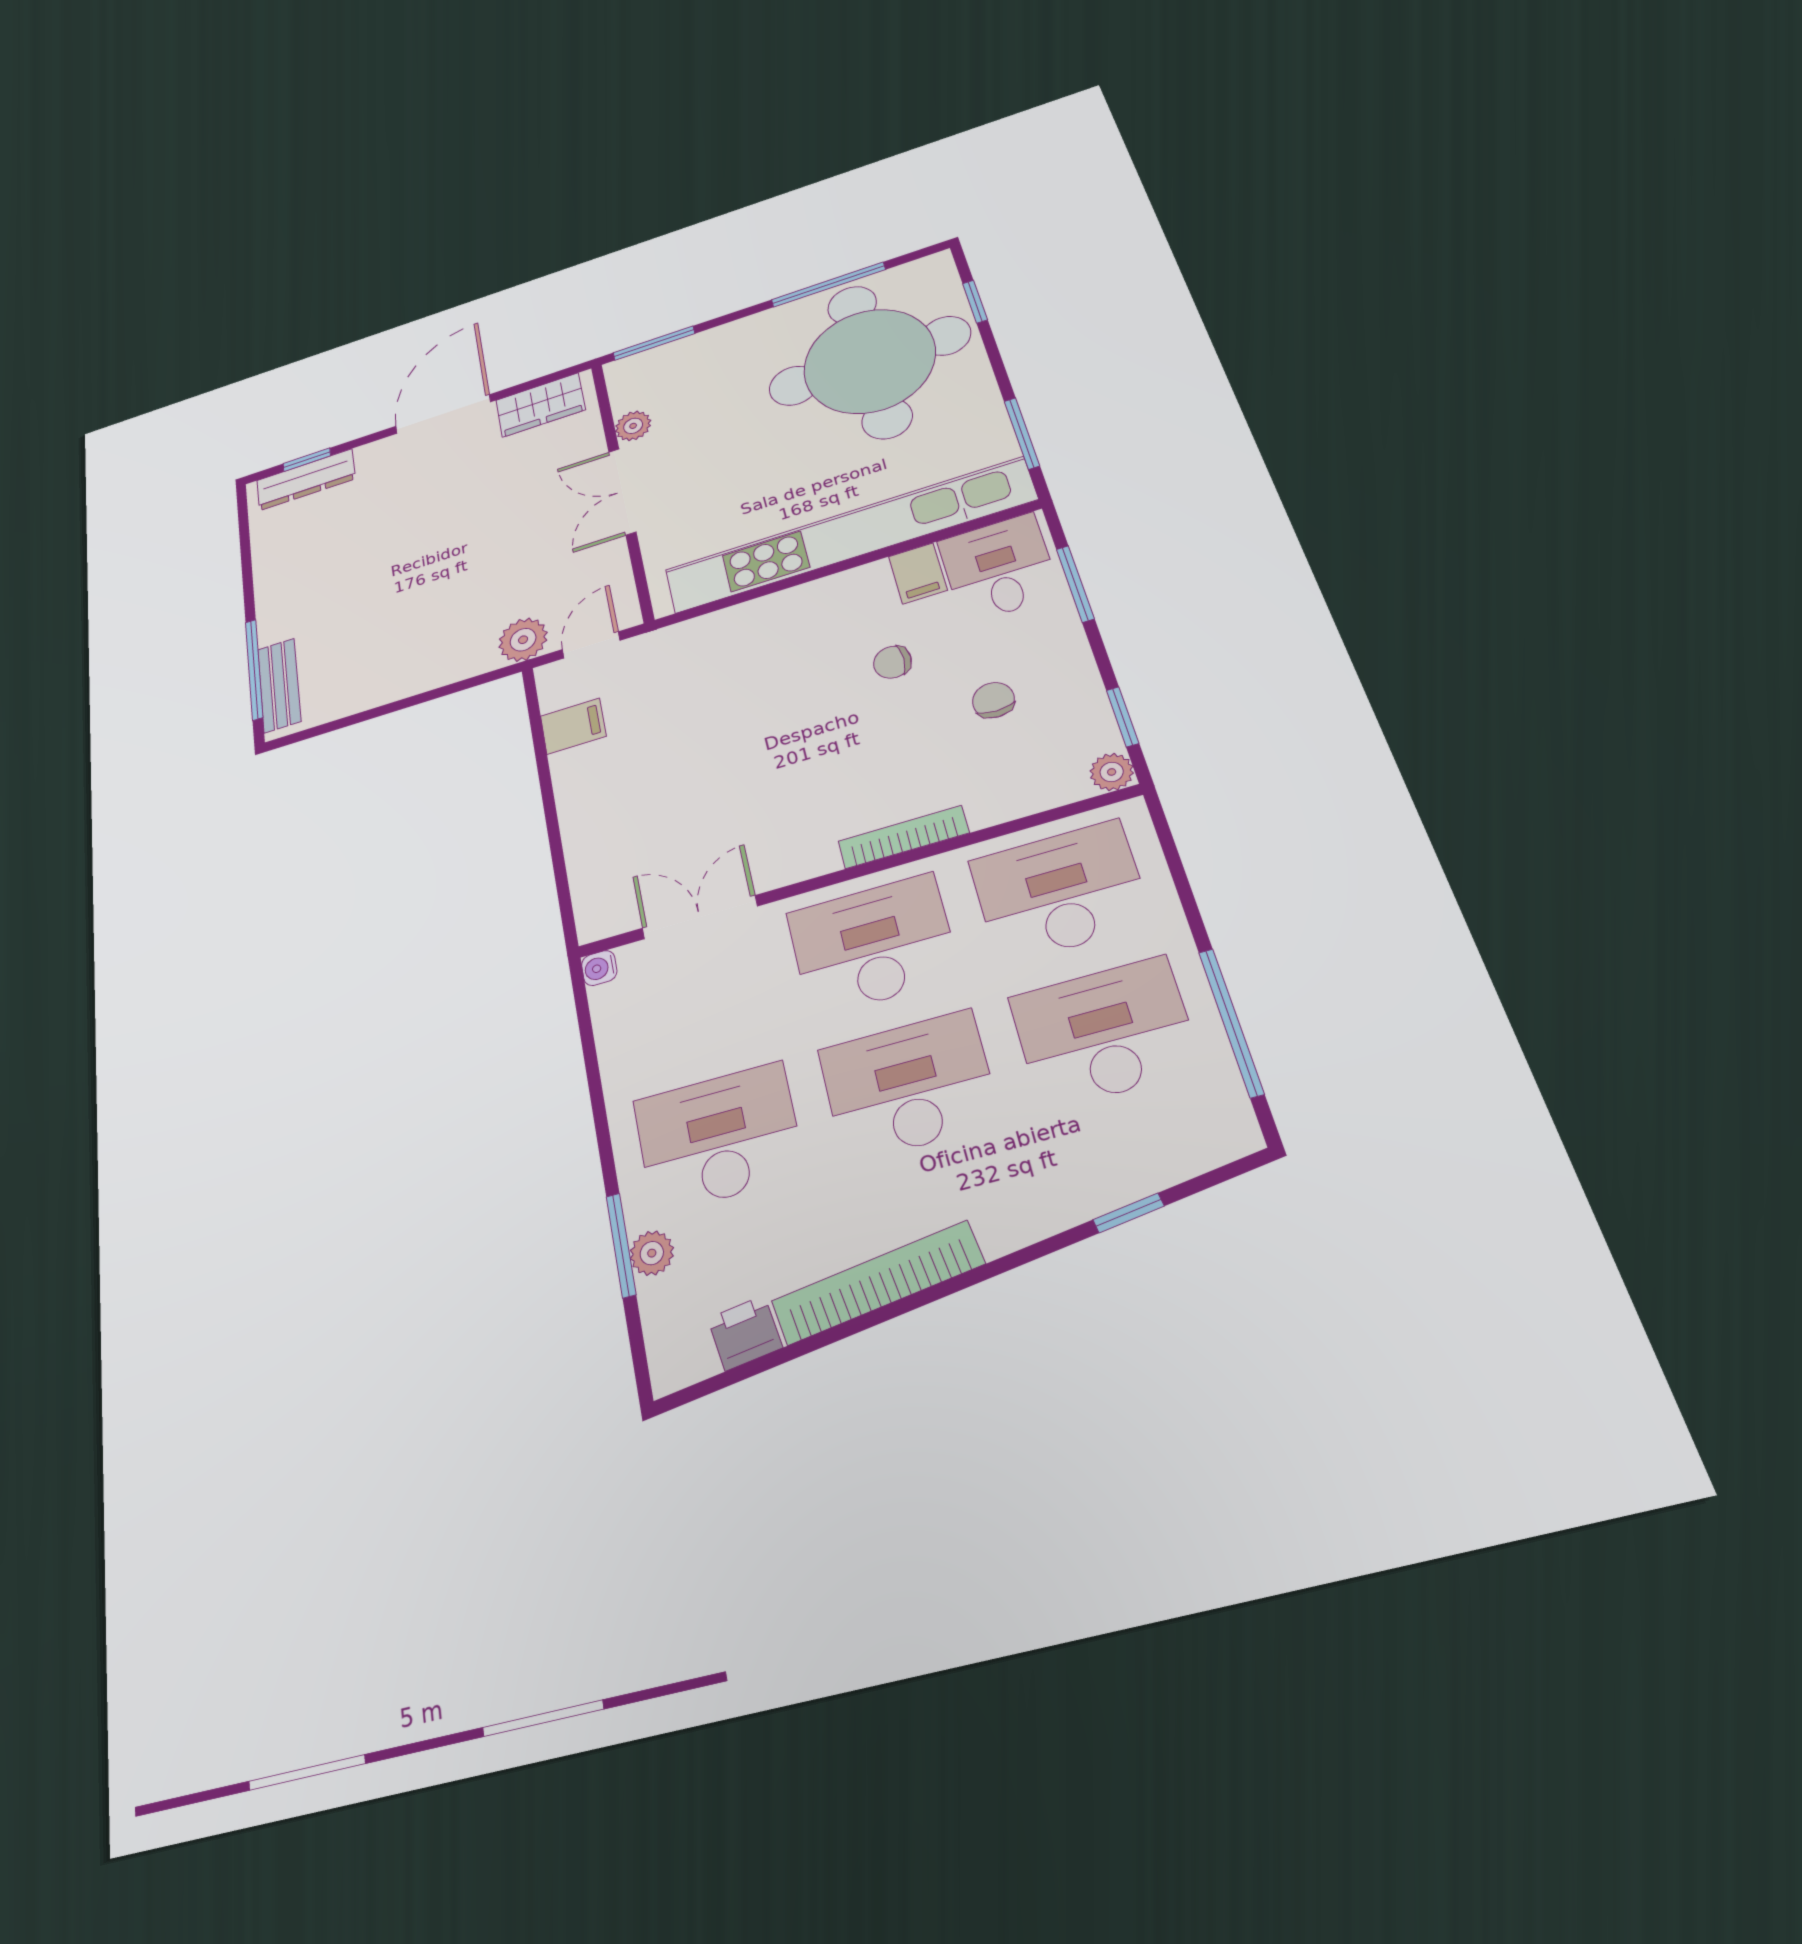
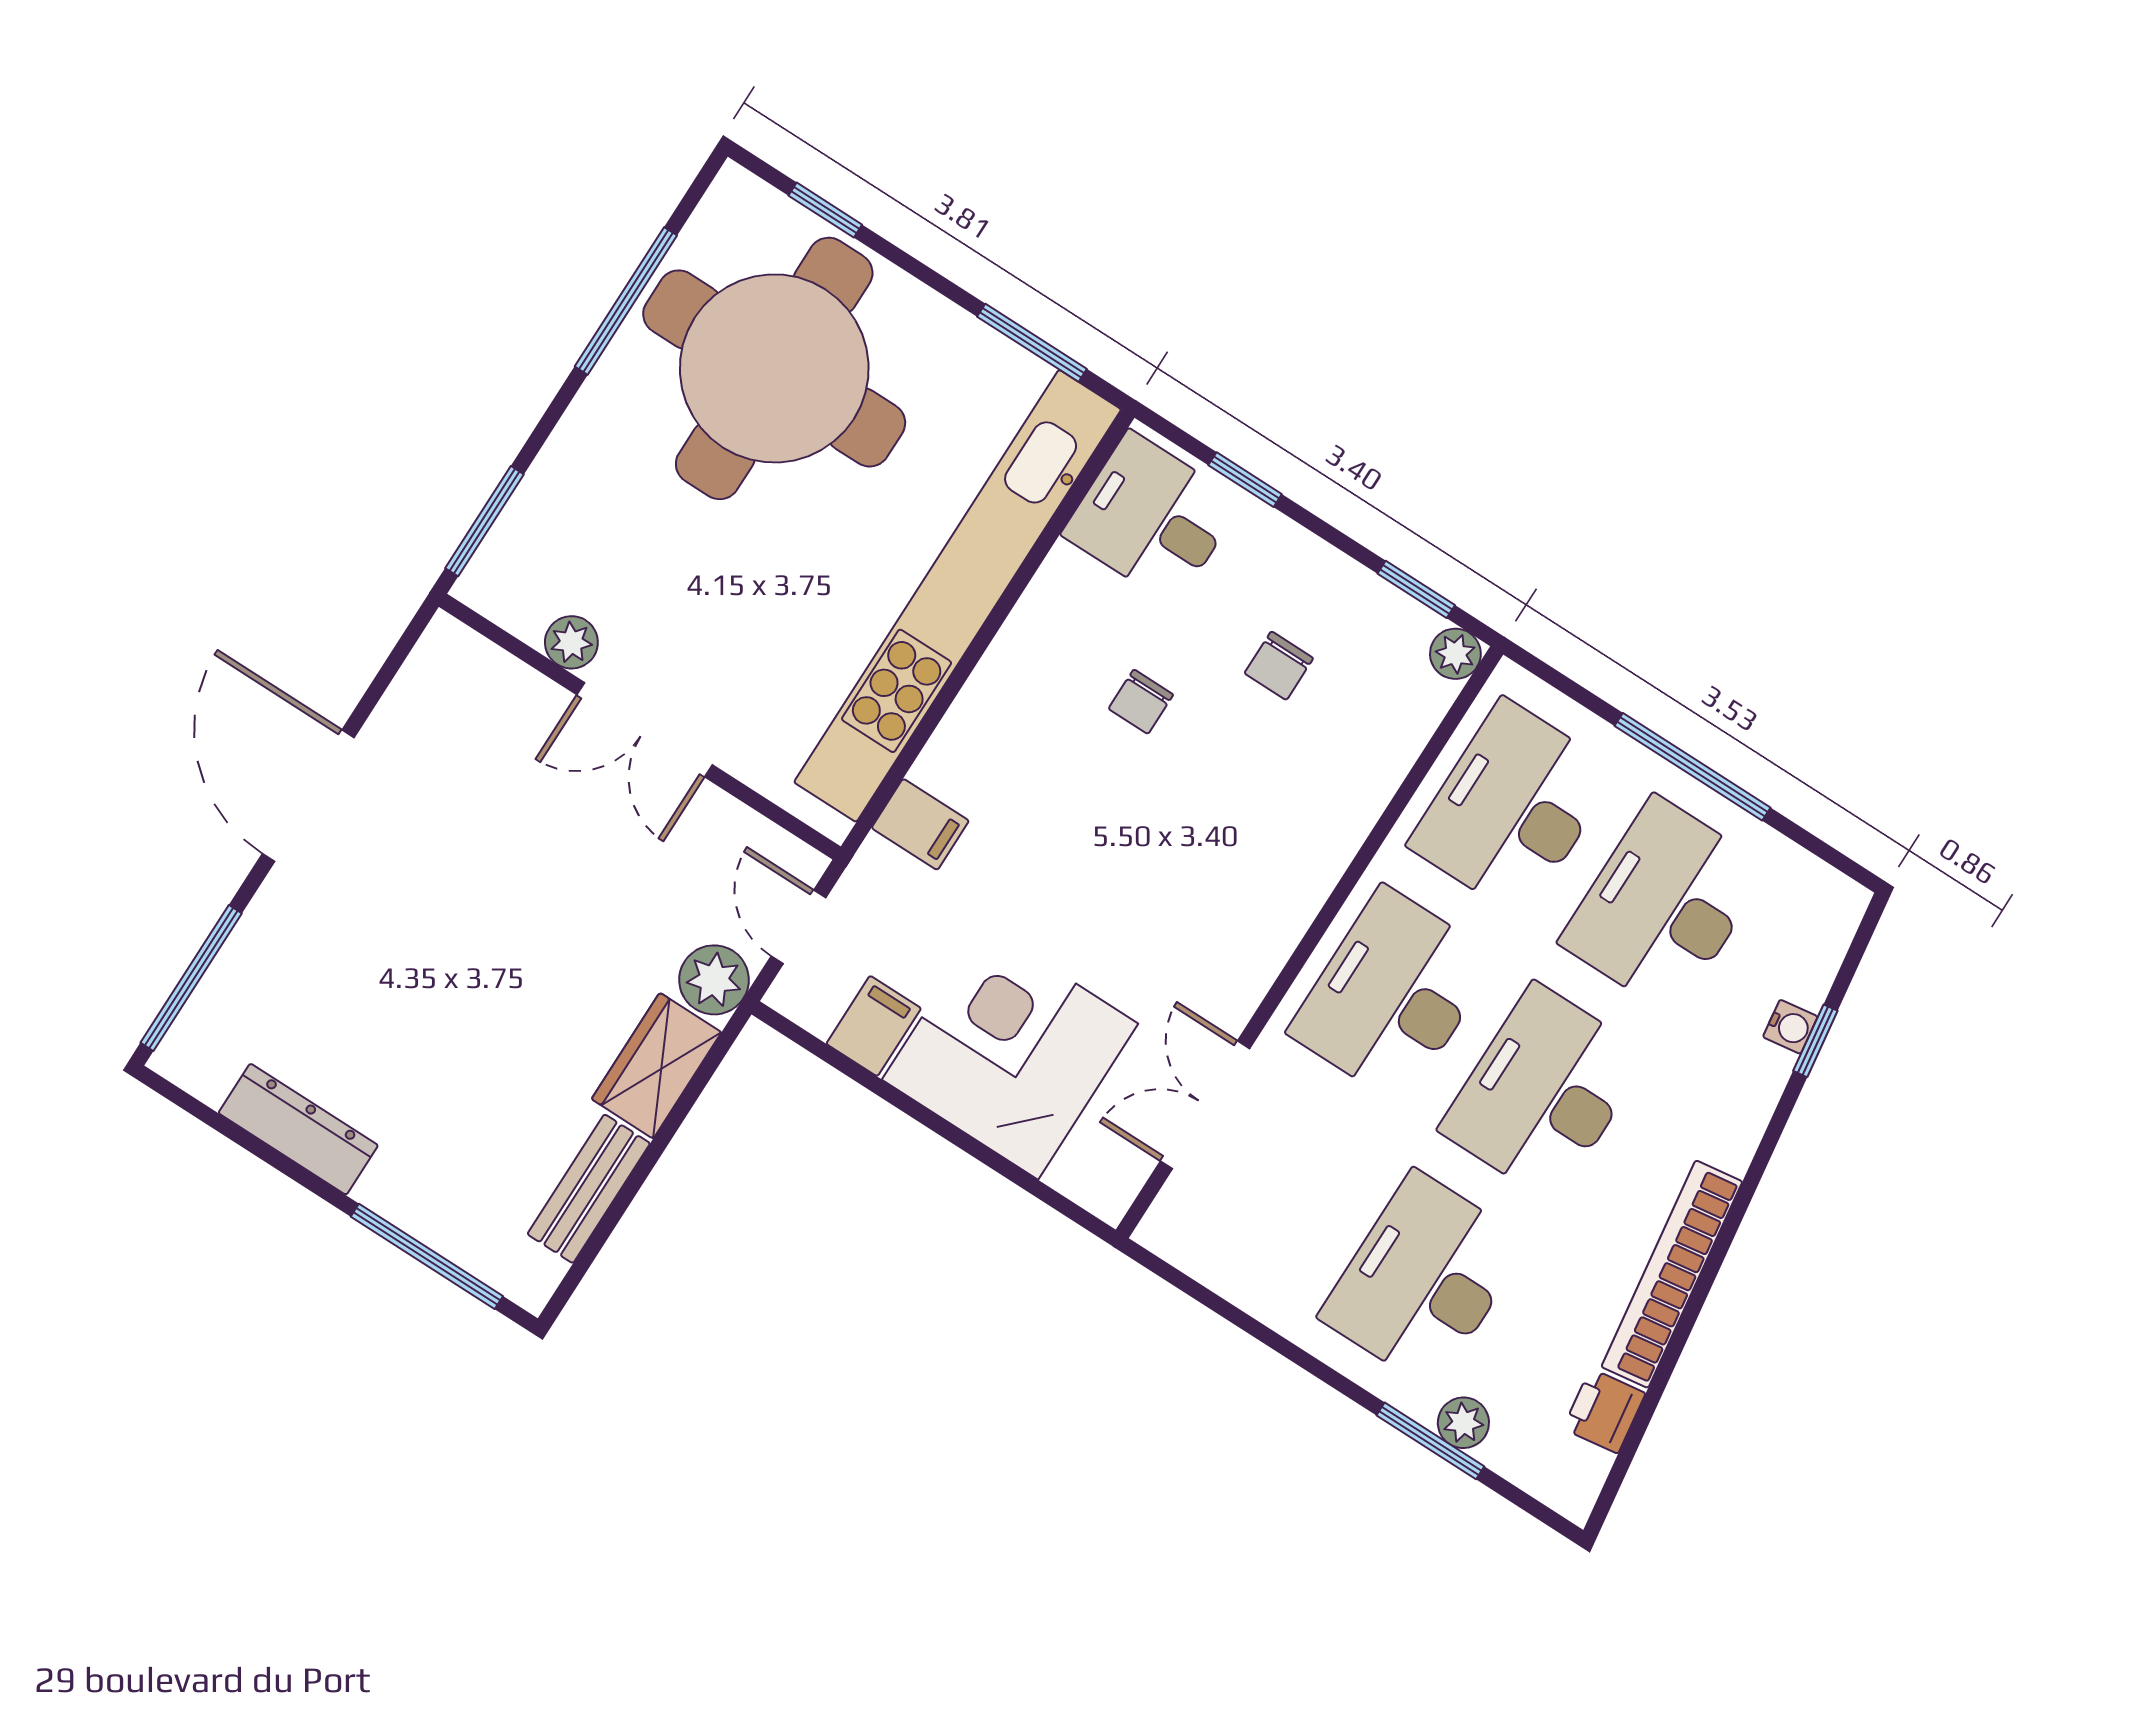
wardrobe: (540, 405) -> (657, 1066), moved, turned 180
window: (307, 460) -> (191, 978), width x2.17
dresser: (306, 480) -> (298, 1129), moved, turned -90
filing cabinet: (918, 573) -> (920, 824), moved
window: (1075, 584) -> (1245, 480), width x0.67
bench: (279, 685) -> (589, 1189), moved, turned 90
chair: (993, 700) -> (1279, 666), turned -90
corner desk: (627, 798) -> (1010, 1052), added
bookcase: (903, 837) -> (1323, 871), removed
water cooler: (599, 968) -> (1790, 1027), moved, turned -98
window: (1231, 1022) -> (1692, 767), moved

